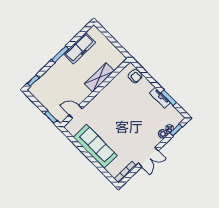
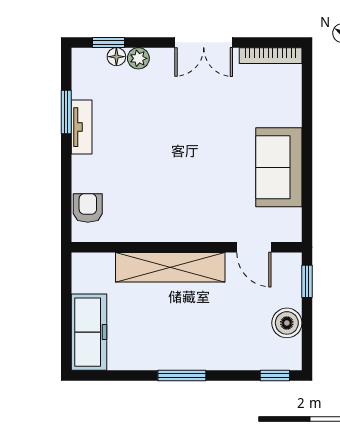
freezer: (80, 48) -> (89, 332), moved, turned 90
shelving: (99, 77) -> (170, 267), width x1.47
boiler: (45, 99) -> (287, 323), added
sofa: (95, 146) -> (279, 167), width x0.73
double door: (148, 157) -> (204, 42), swing flipped

